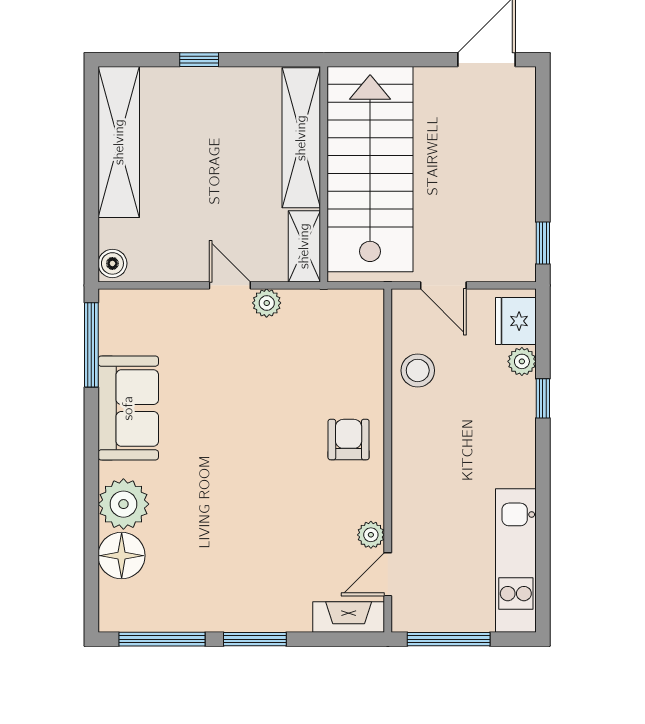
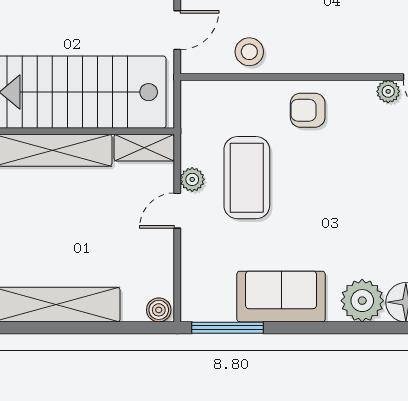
coffee table: (269, 368) -> (247, 178), added

